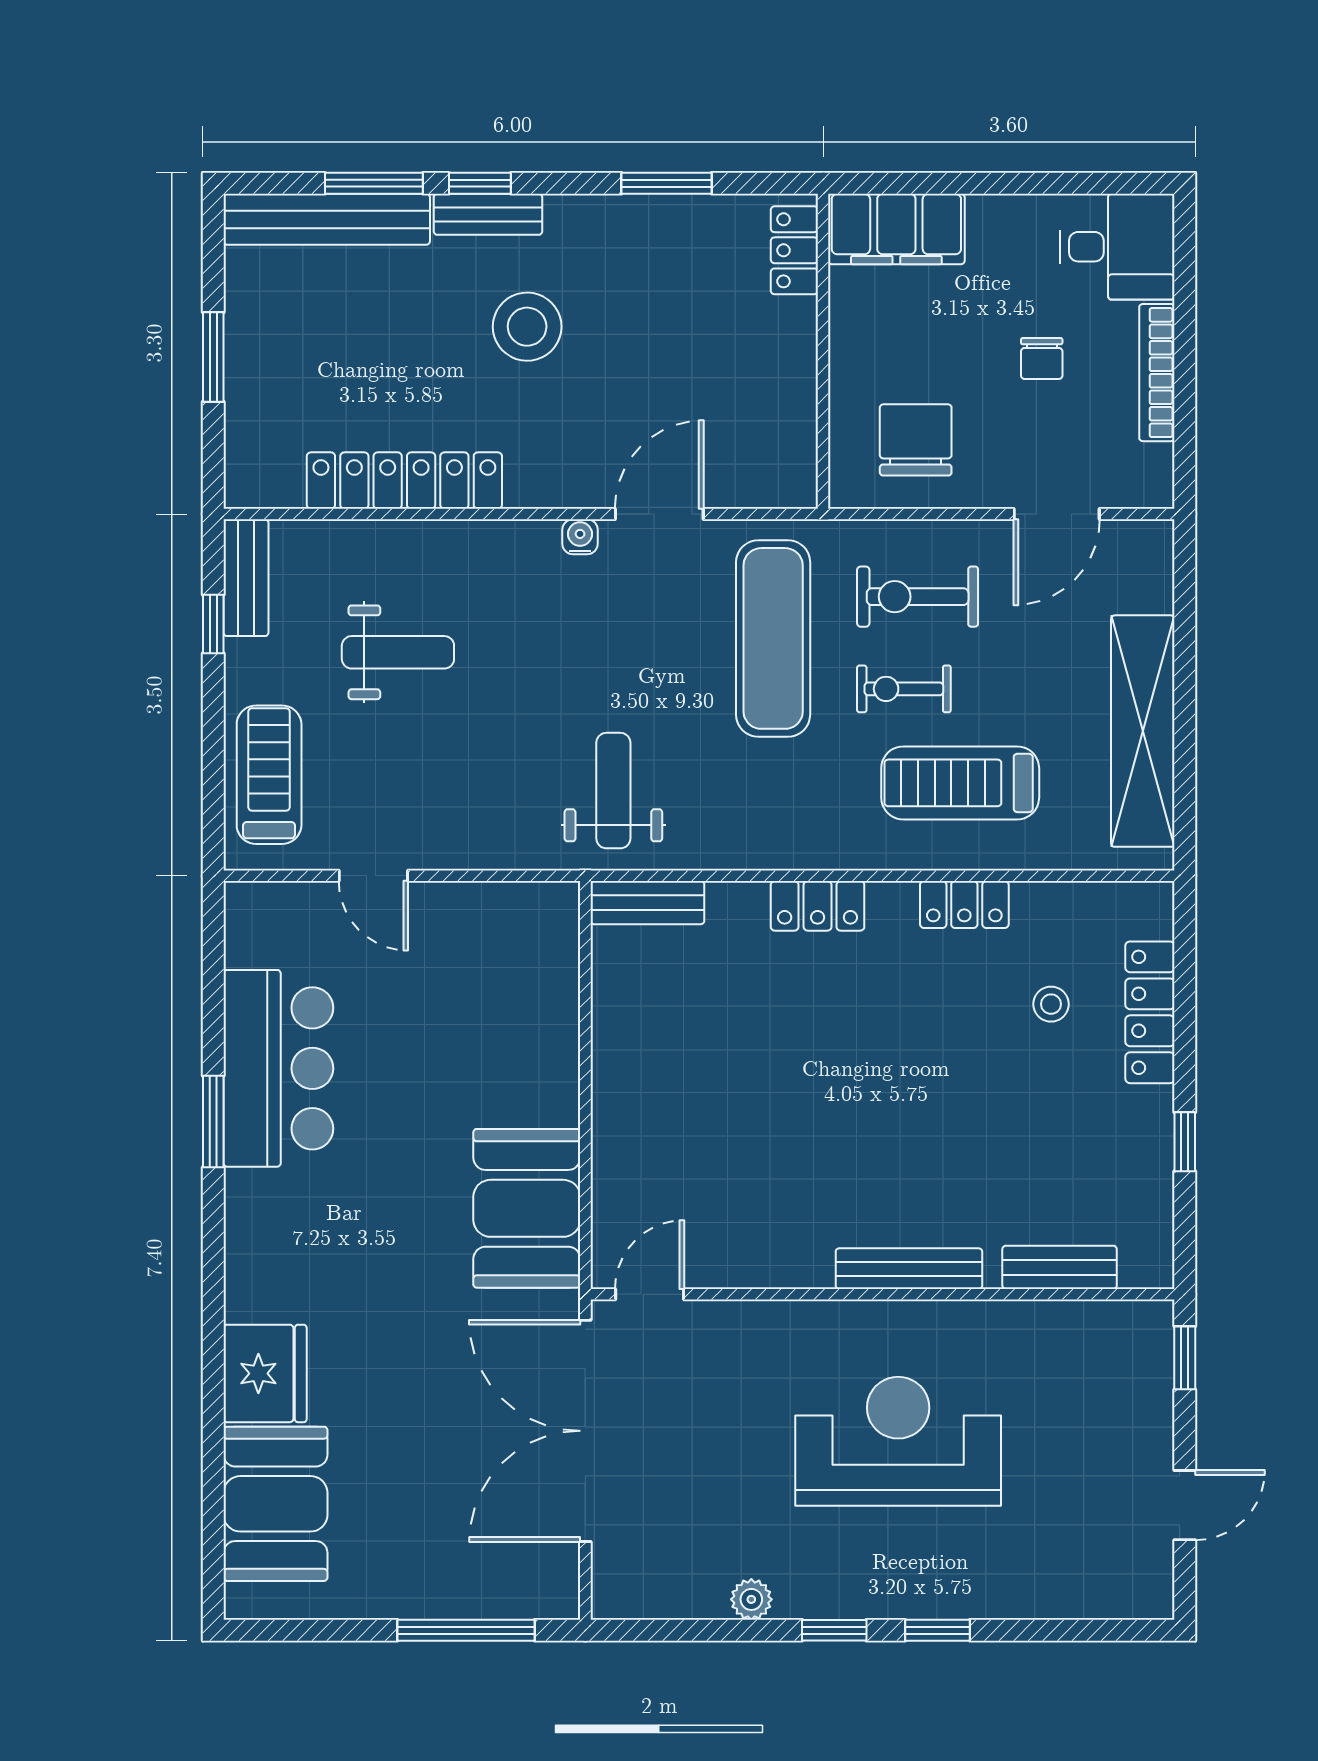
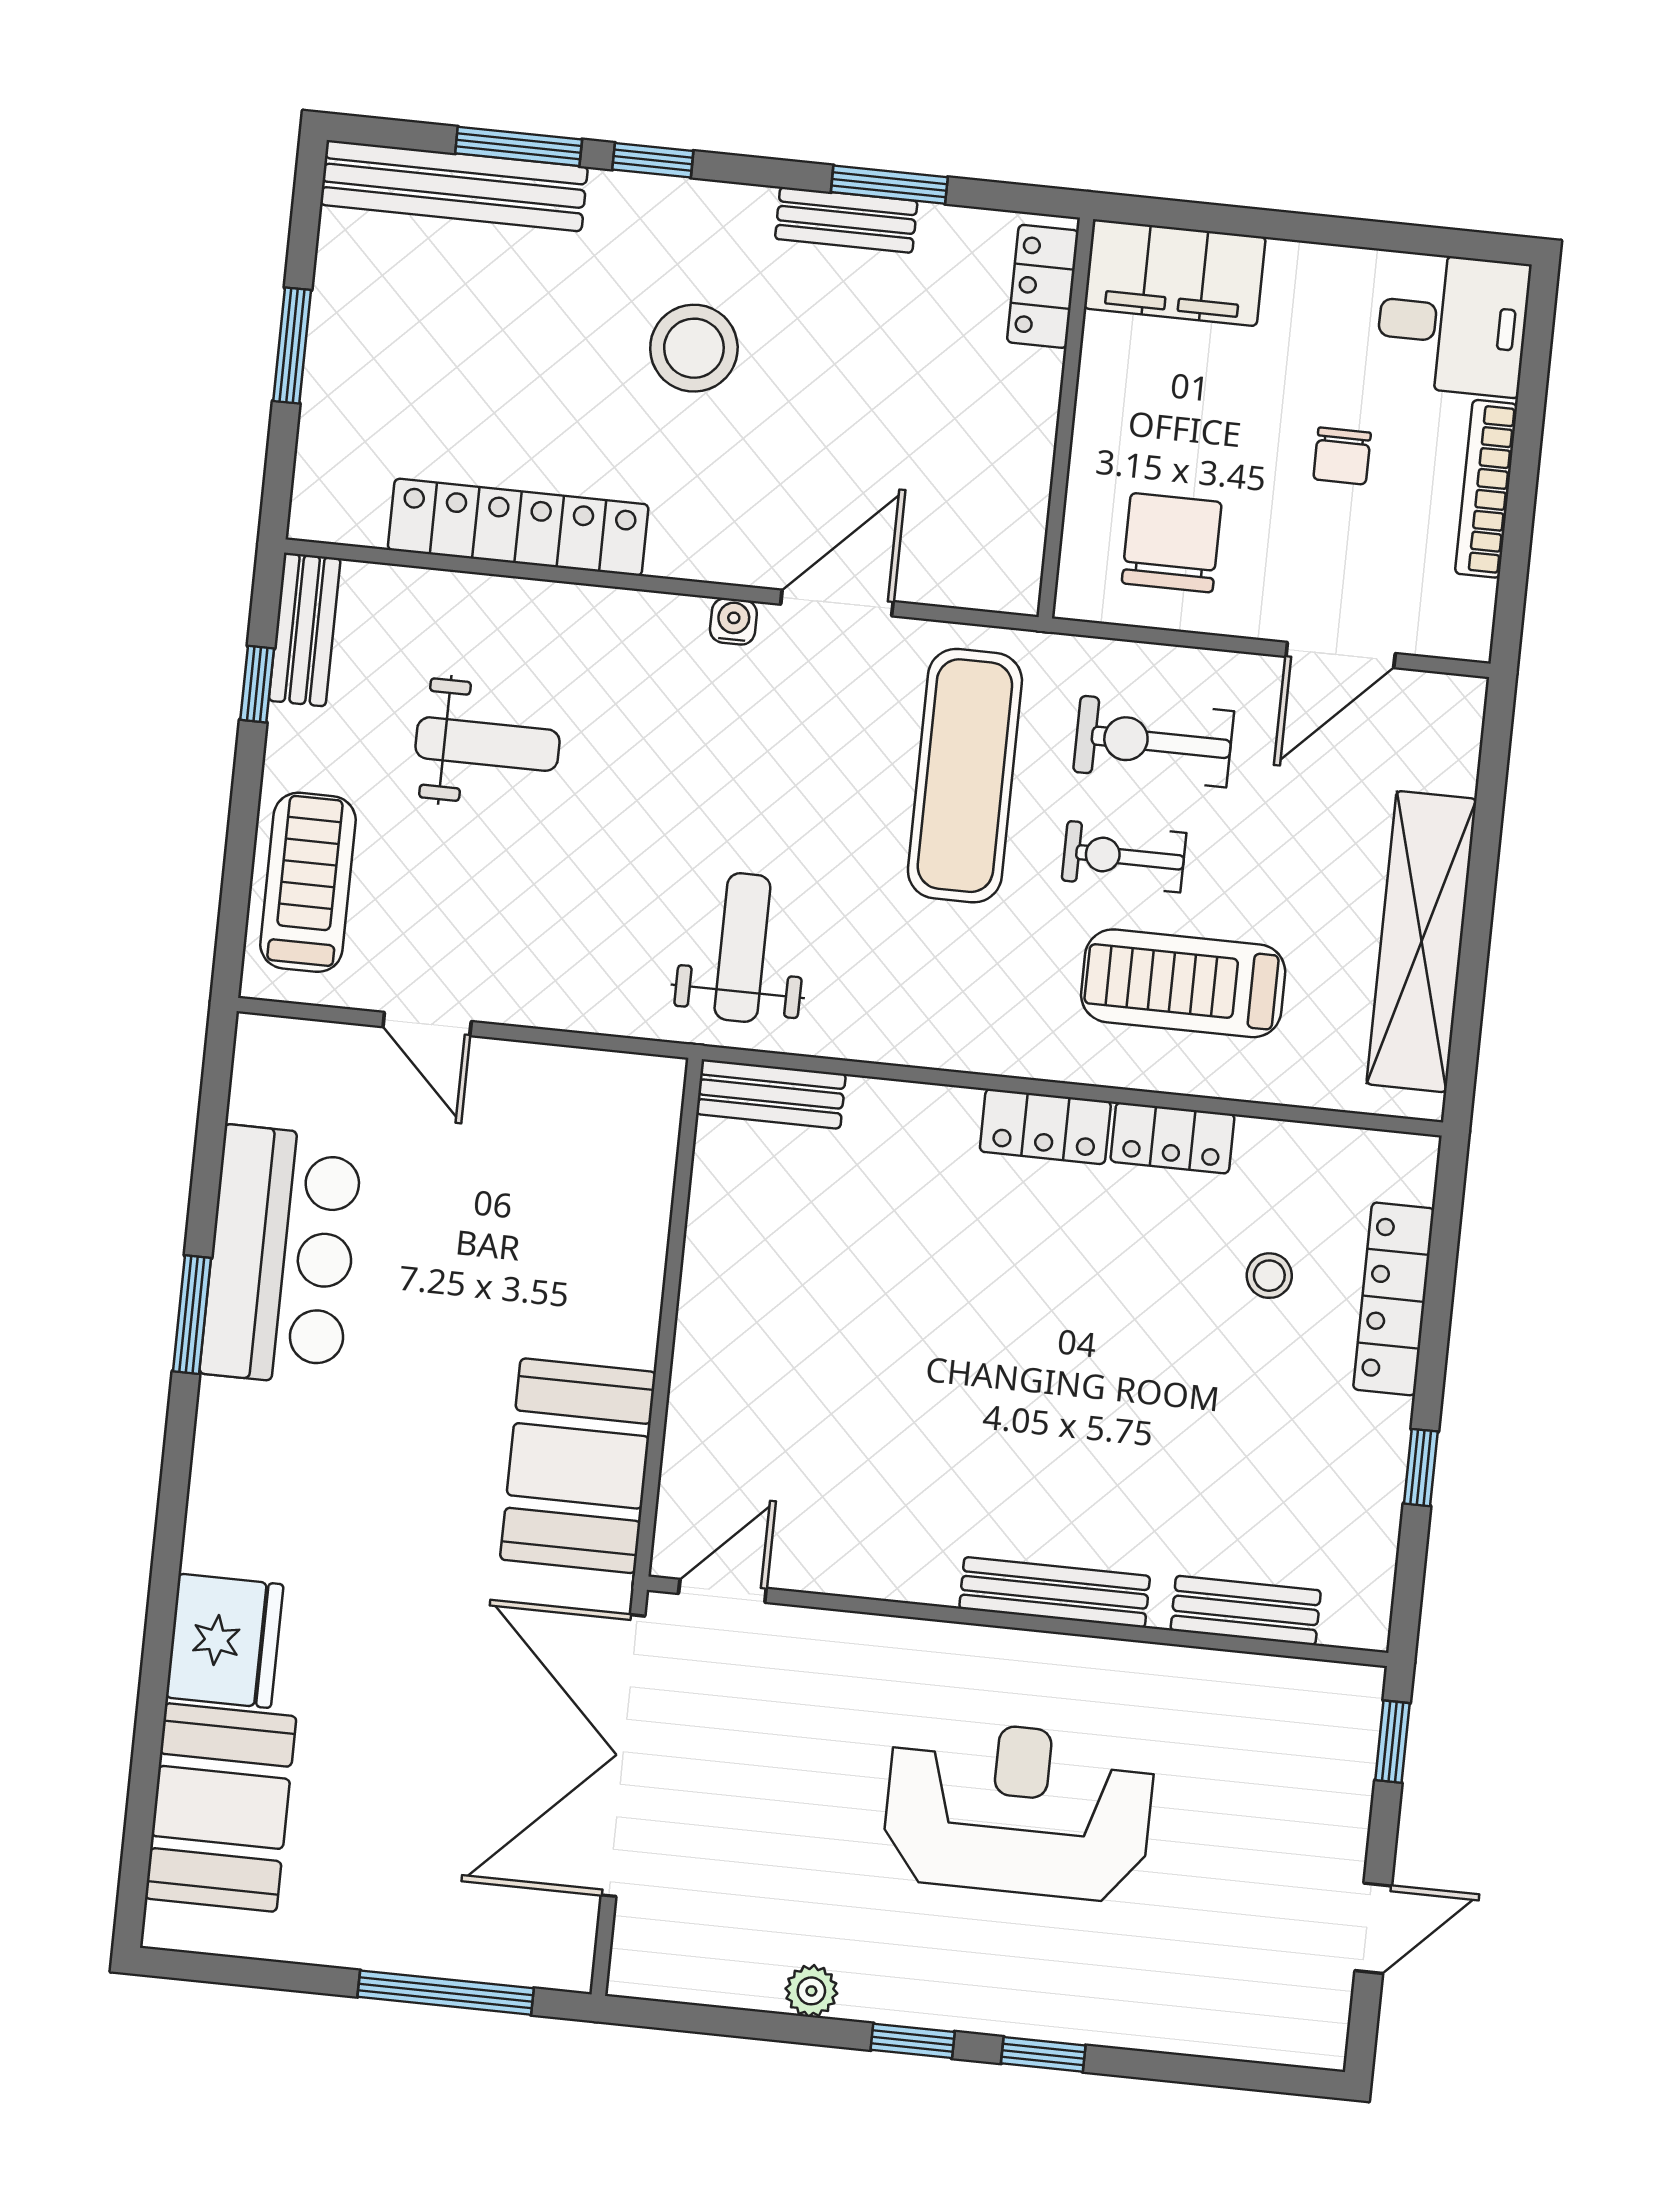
bench: (488, 214) -> (846, 220), moved
locker: (818, 906) -> (1045, 1127), moved

